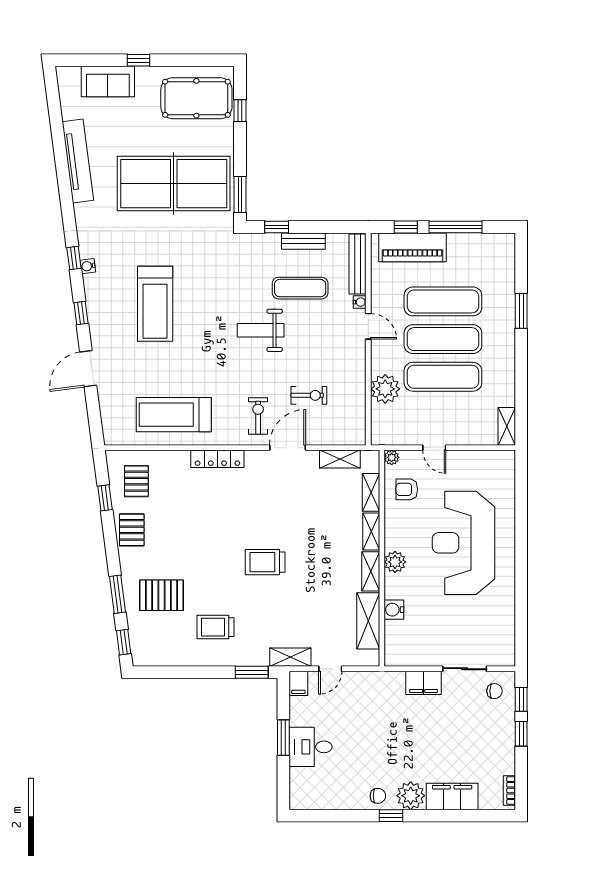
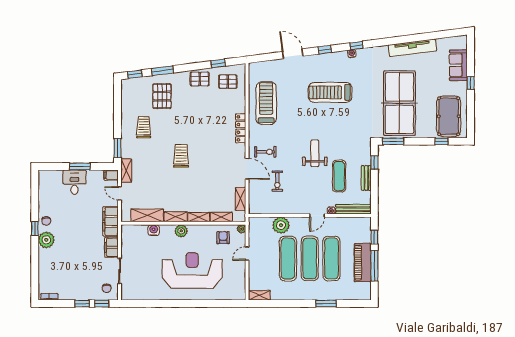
piano: (413, 247) -> (363, 263), moved
filing cabinet: (452, 796) -> (111, 221), moved, turned 180

